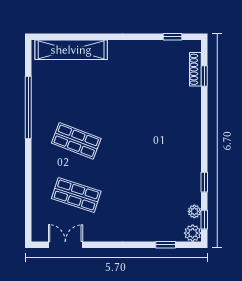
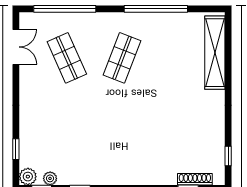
shop shelf: (76, 195) -> (67, 58), turned -42
window: (28, 197) -> (65, 9), added

